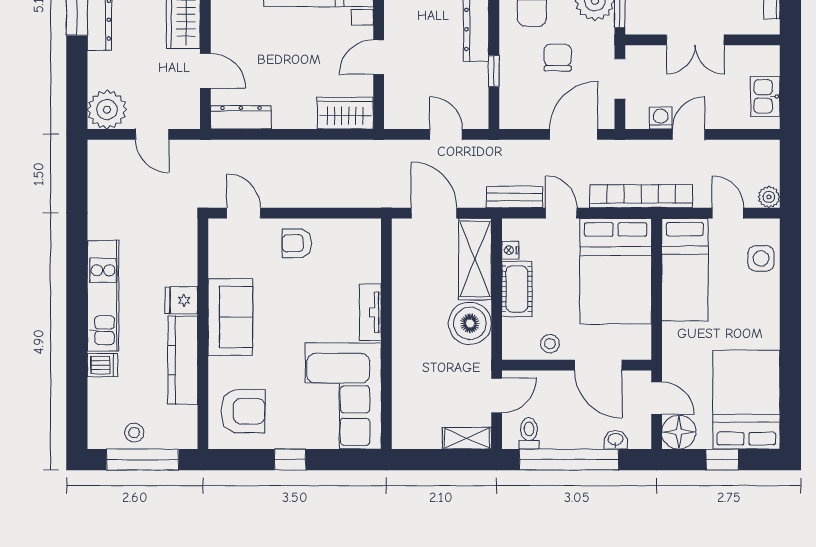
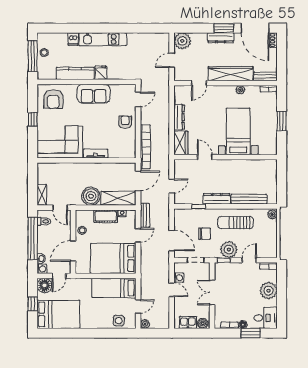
boiler: (768, 62) -> (203, 323), added
dresser: (241, 117) -> (179, 117), moved
bookcase: (641, 196) -> (145, 147), moved
washing machine: (640, 438) -> (42, 269), added

